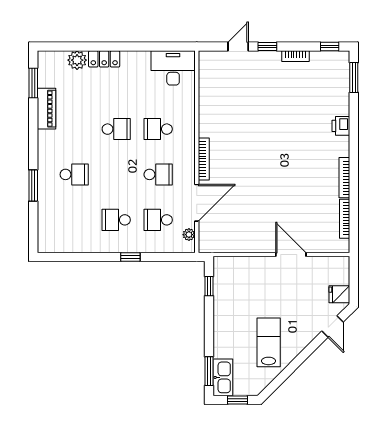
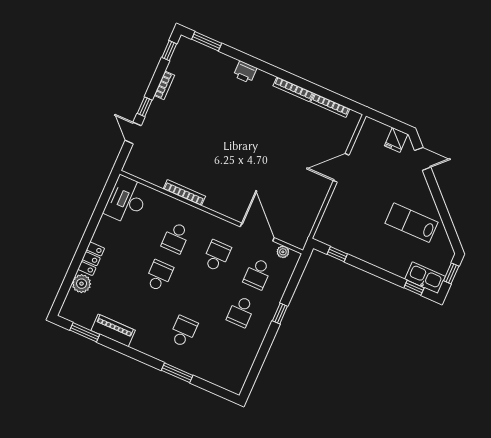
bookcase: (204, 159) -> (184, 193), moved
window: (209, 371) -> (414, 288), width x0.67

